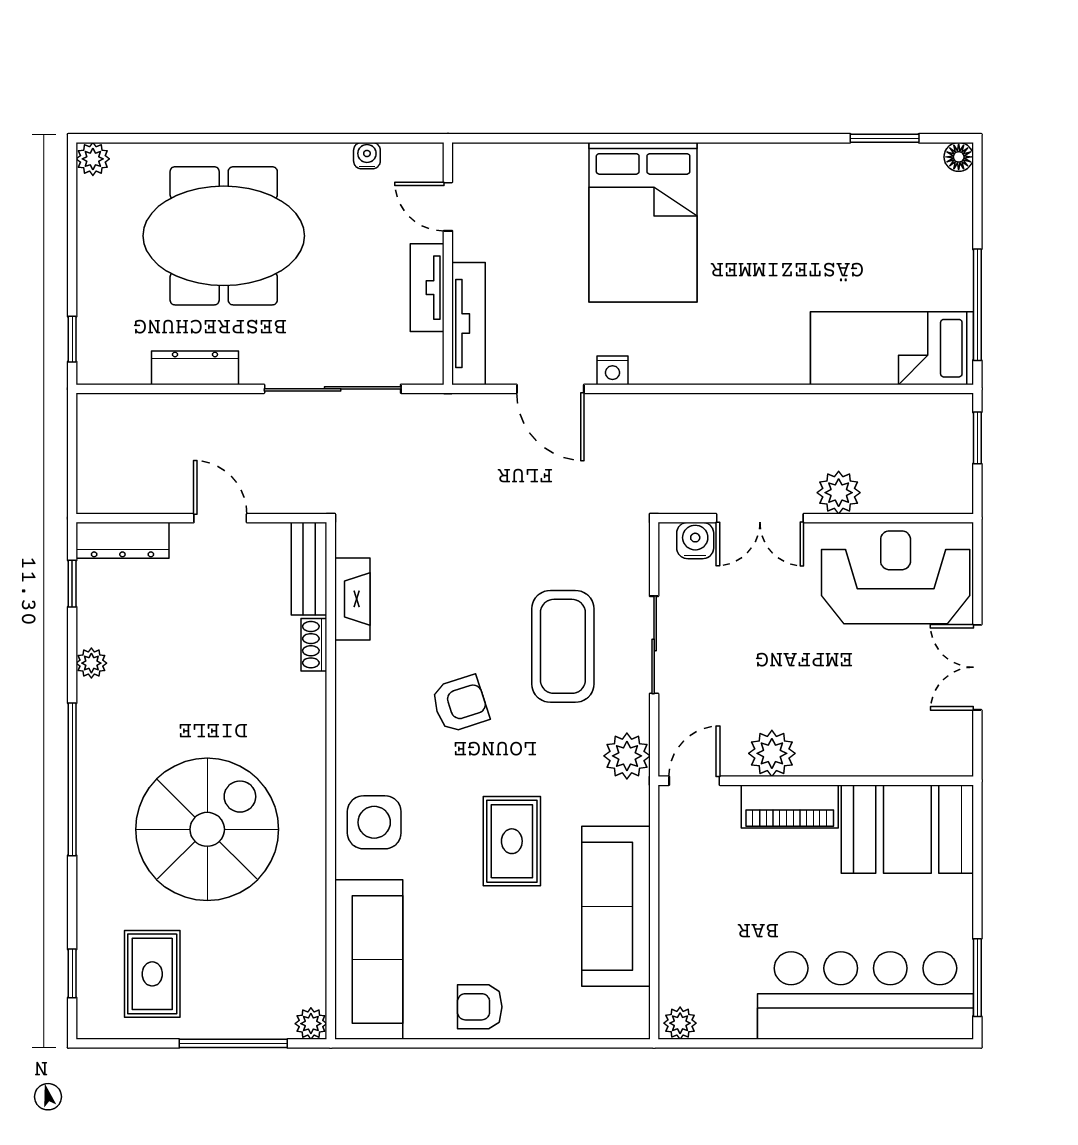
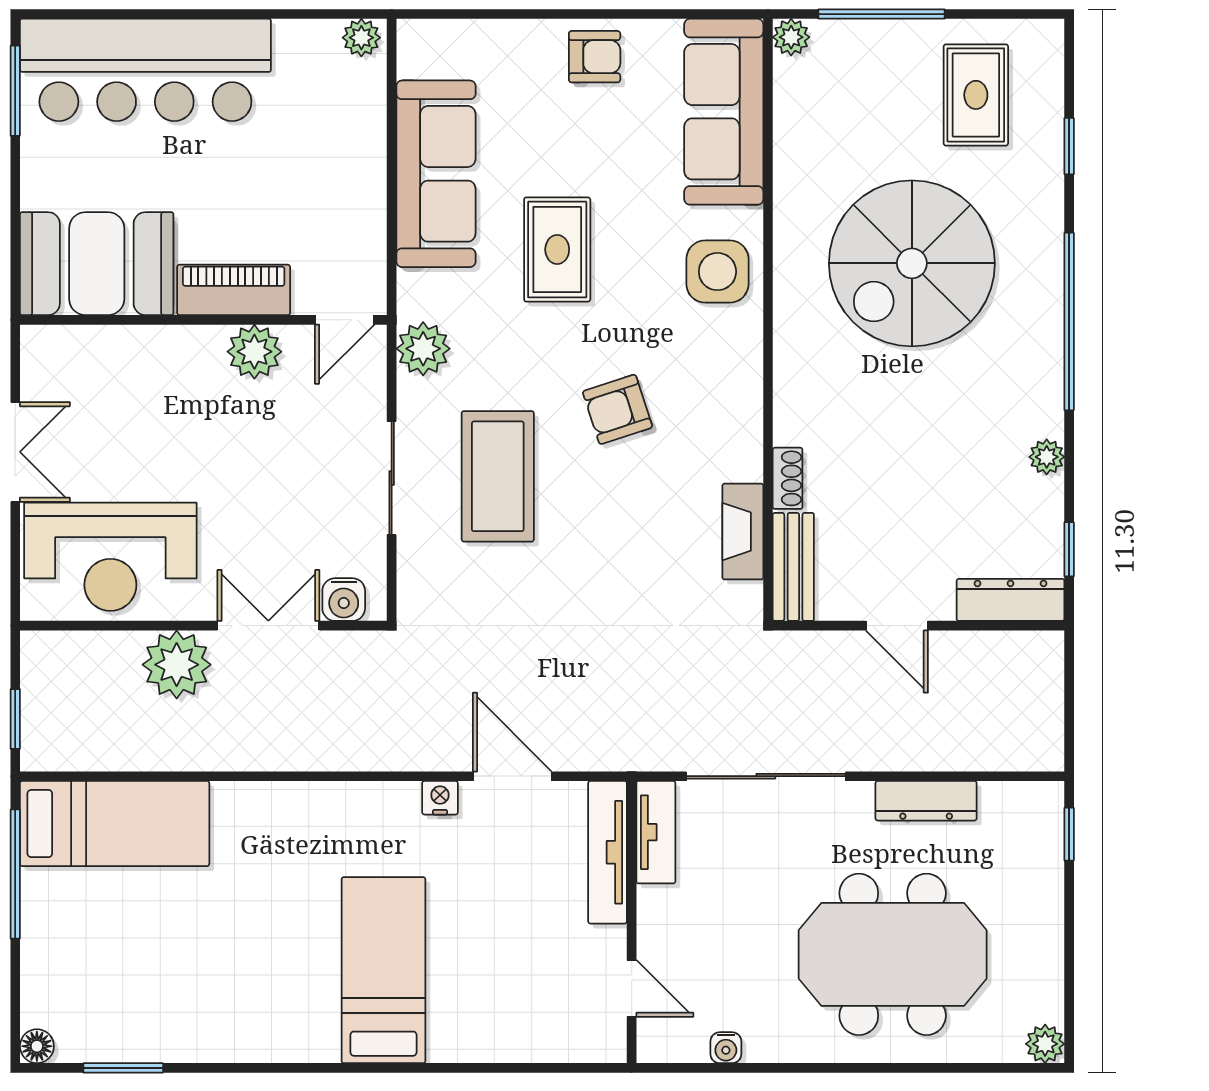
bed: (643, 222) -> (383, 970), width x0.67
tv unit: (427, 288) -> (656, 832), moved
plant: (839, 493) -> (177, 665), width x1.36, depth x1.36
window: (72, 973) -> (1069, 146), moved

